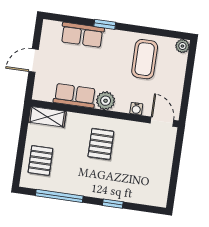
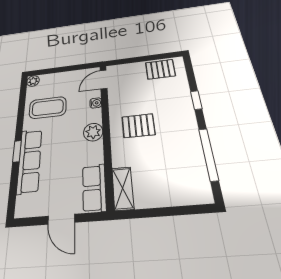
row of seats: (82, 35) -> (29, 161), width x1.48
row of seats: (75, 96) -> (94, 188), moved
pallet: (40, 161) -> (160, 69), moved

